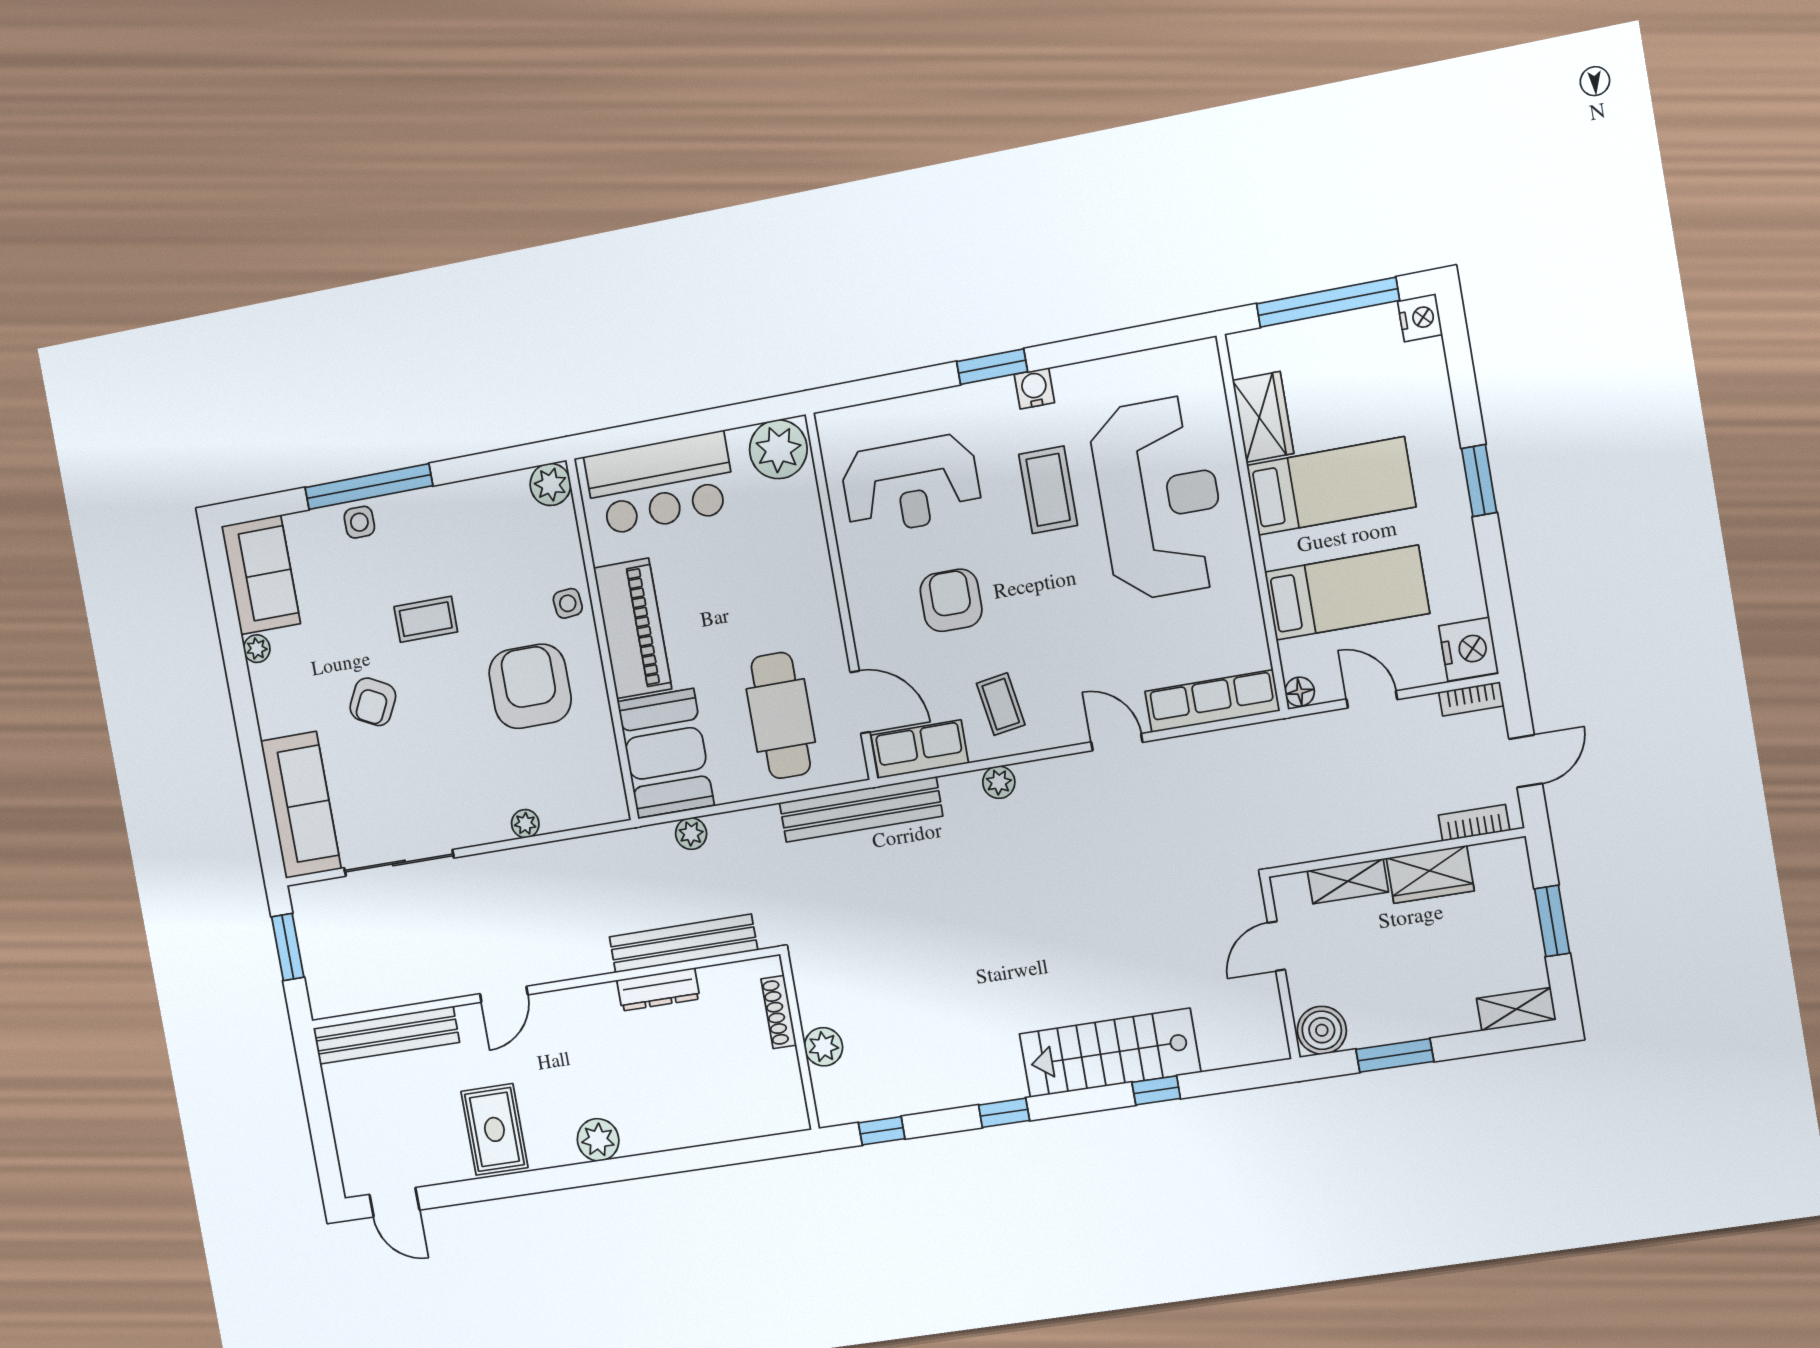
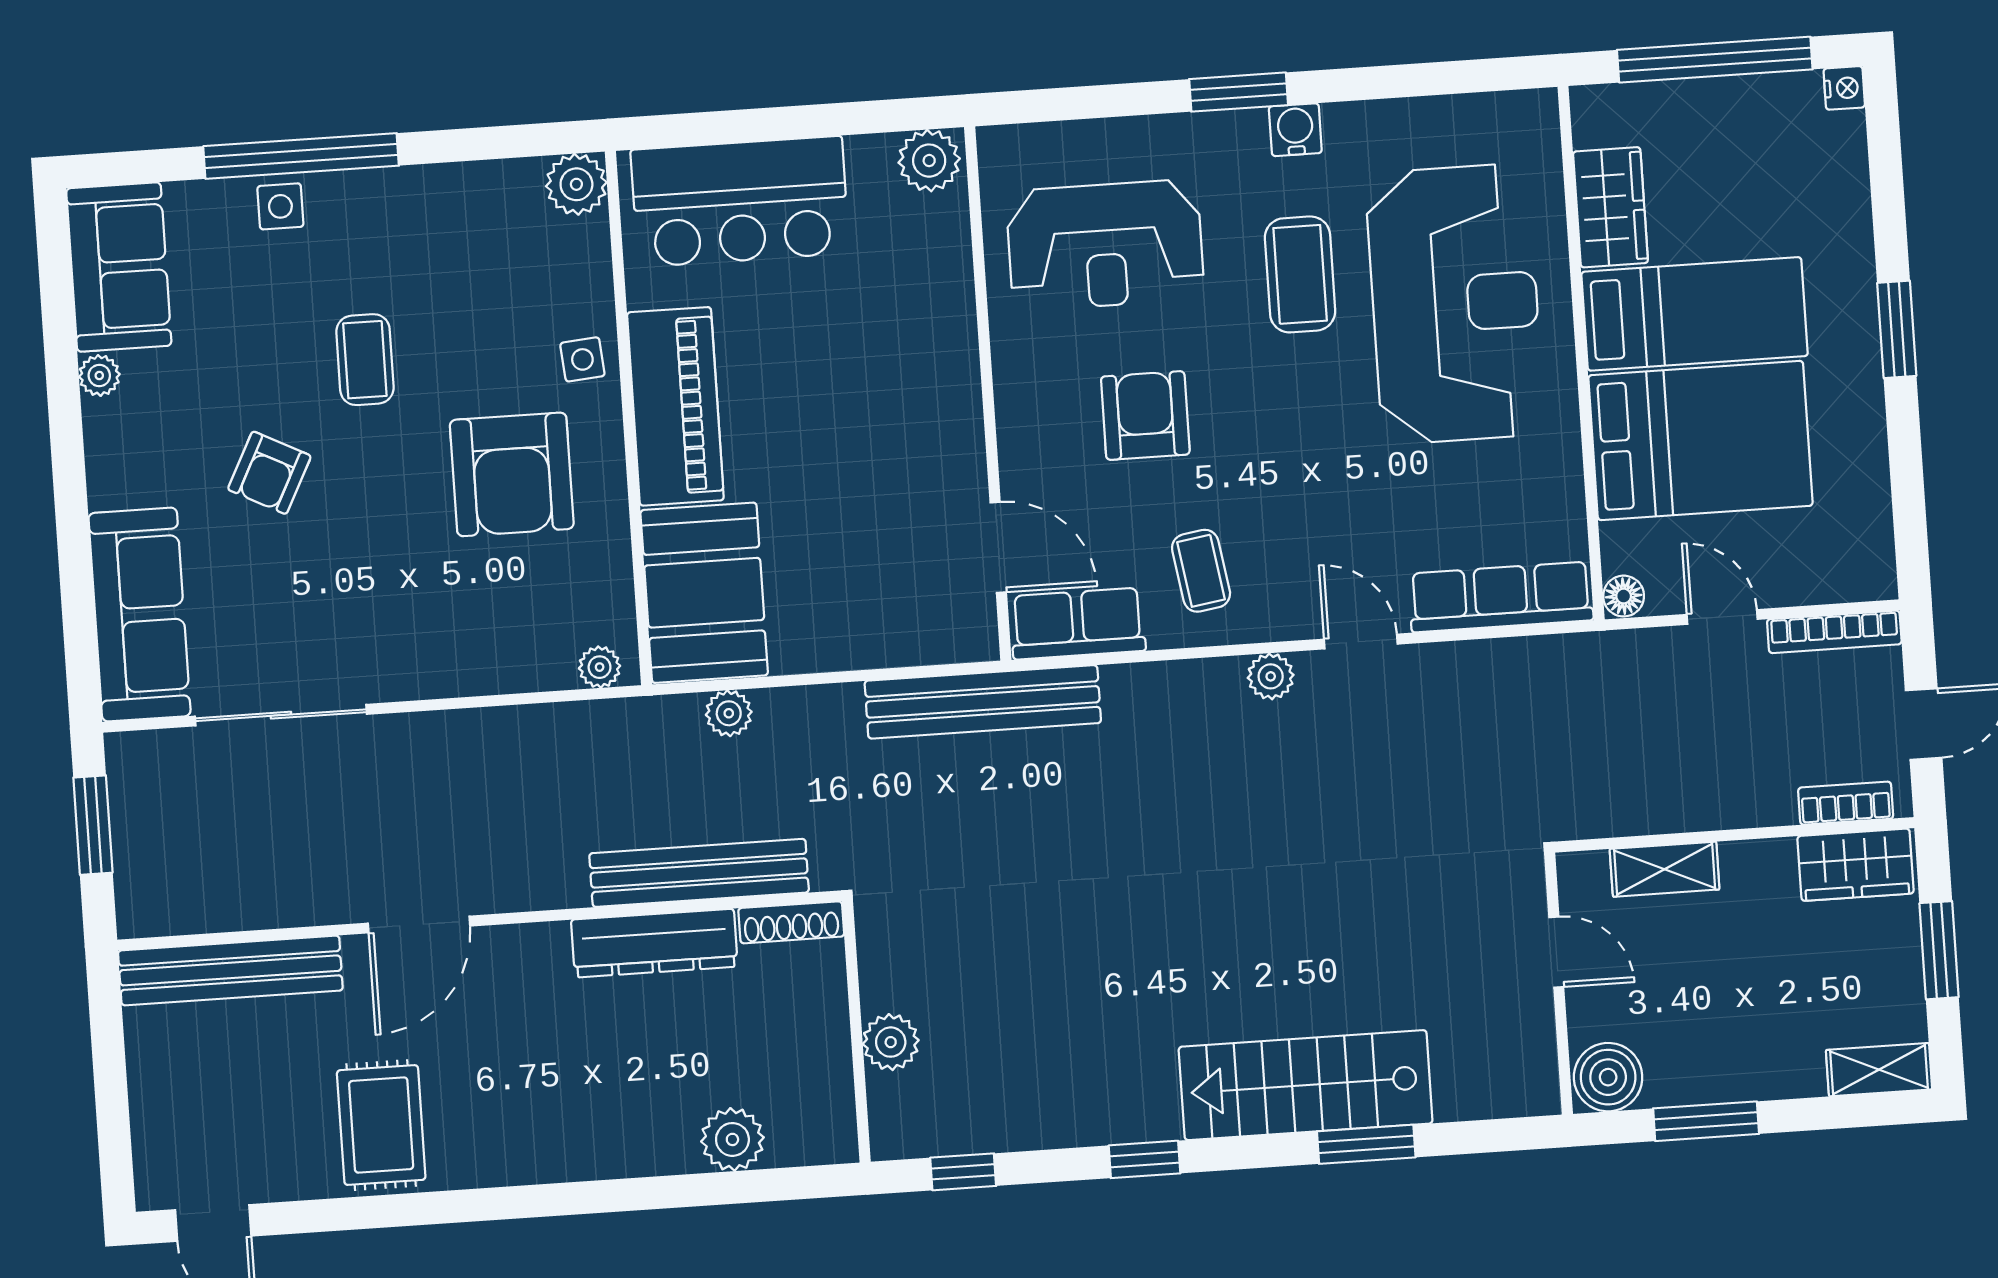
nightstand: (1420, 318) -> (1844, 88), width x0.72, depth x0.74
plant: (778, 449) -> (929, 161), width x0.73, depth x0.73
bed: (1347, 593) -> (1700, 441), width x1.50
coffee table: (426, 619) -> (365, 360), turned 90
nightstand: (1469, 649) -> (1861, 561), removed
armchair: (530, 686) -> (512, 474), turned 180
bookcase: (1471, 699) -> (1834, 632), width x1.56
cafe table: (781, 715) -> (880, 555), removed
plant: (999, 782) -> (1271, 676), moved
plant: (525, 824) -> (600, 667), moved
wardrobe: (1430, 874) -> (1856, 865), moved
door: (1276, 946) -> (1556, 952), swing flipped
dresser: (658, 989) -> (654, 943), width x1.37, depth x1.24
door: (504, 994) -> (419, 925), width x1.38
shoe rack: (779, 1012) -> (791, 922), moved, turned -90
window: (1156, 1090) -> (1366, 1144), width x1.50
plant: (598, 1140) -> (732, 1139), moved

